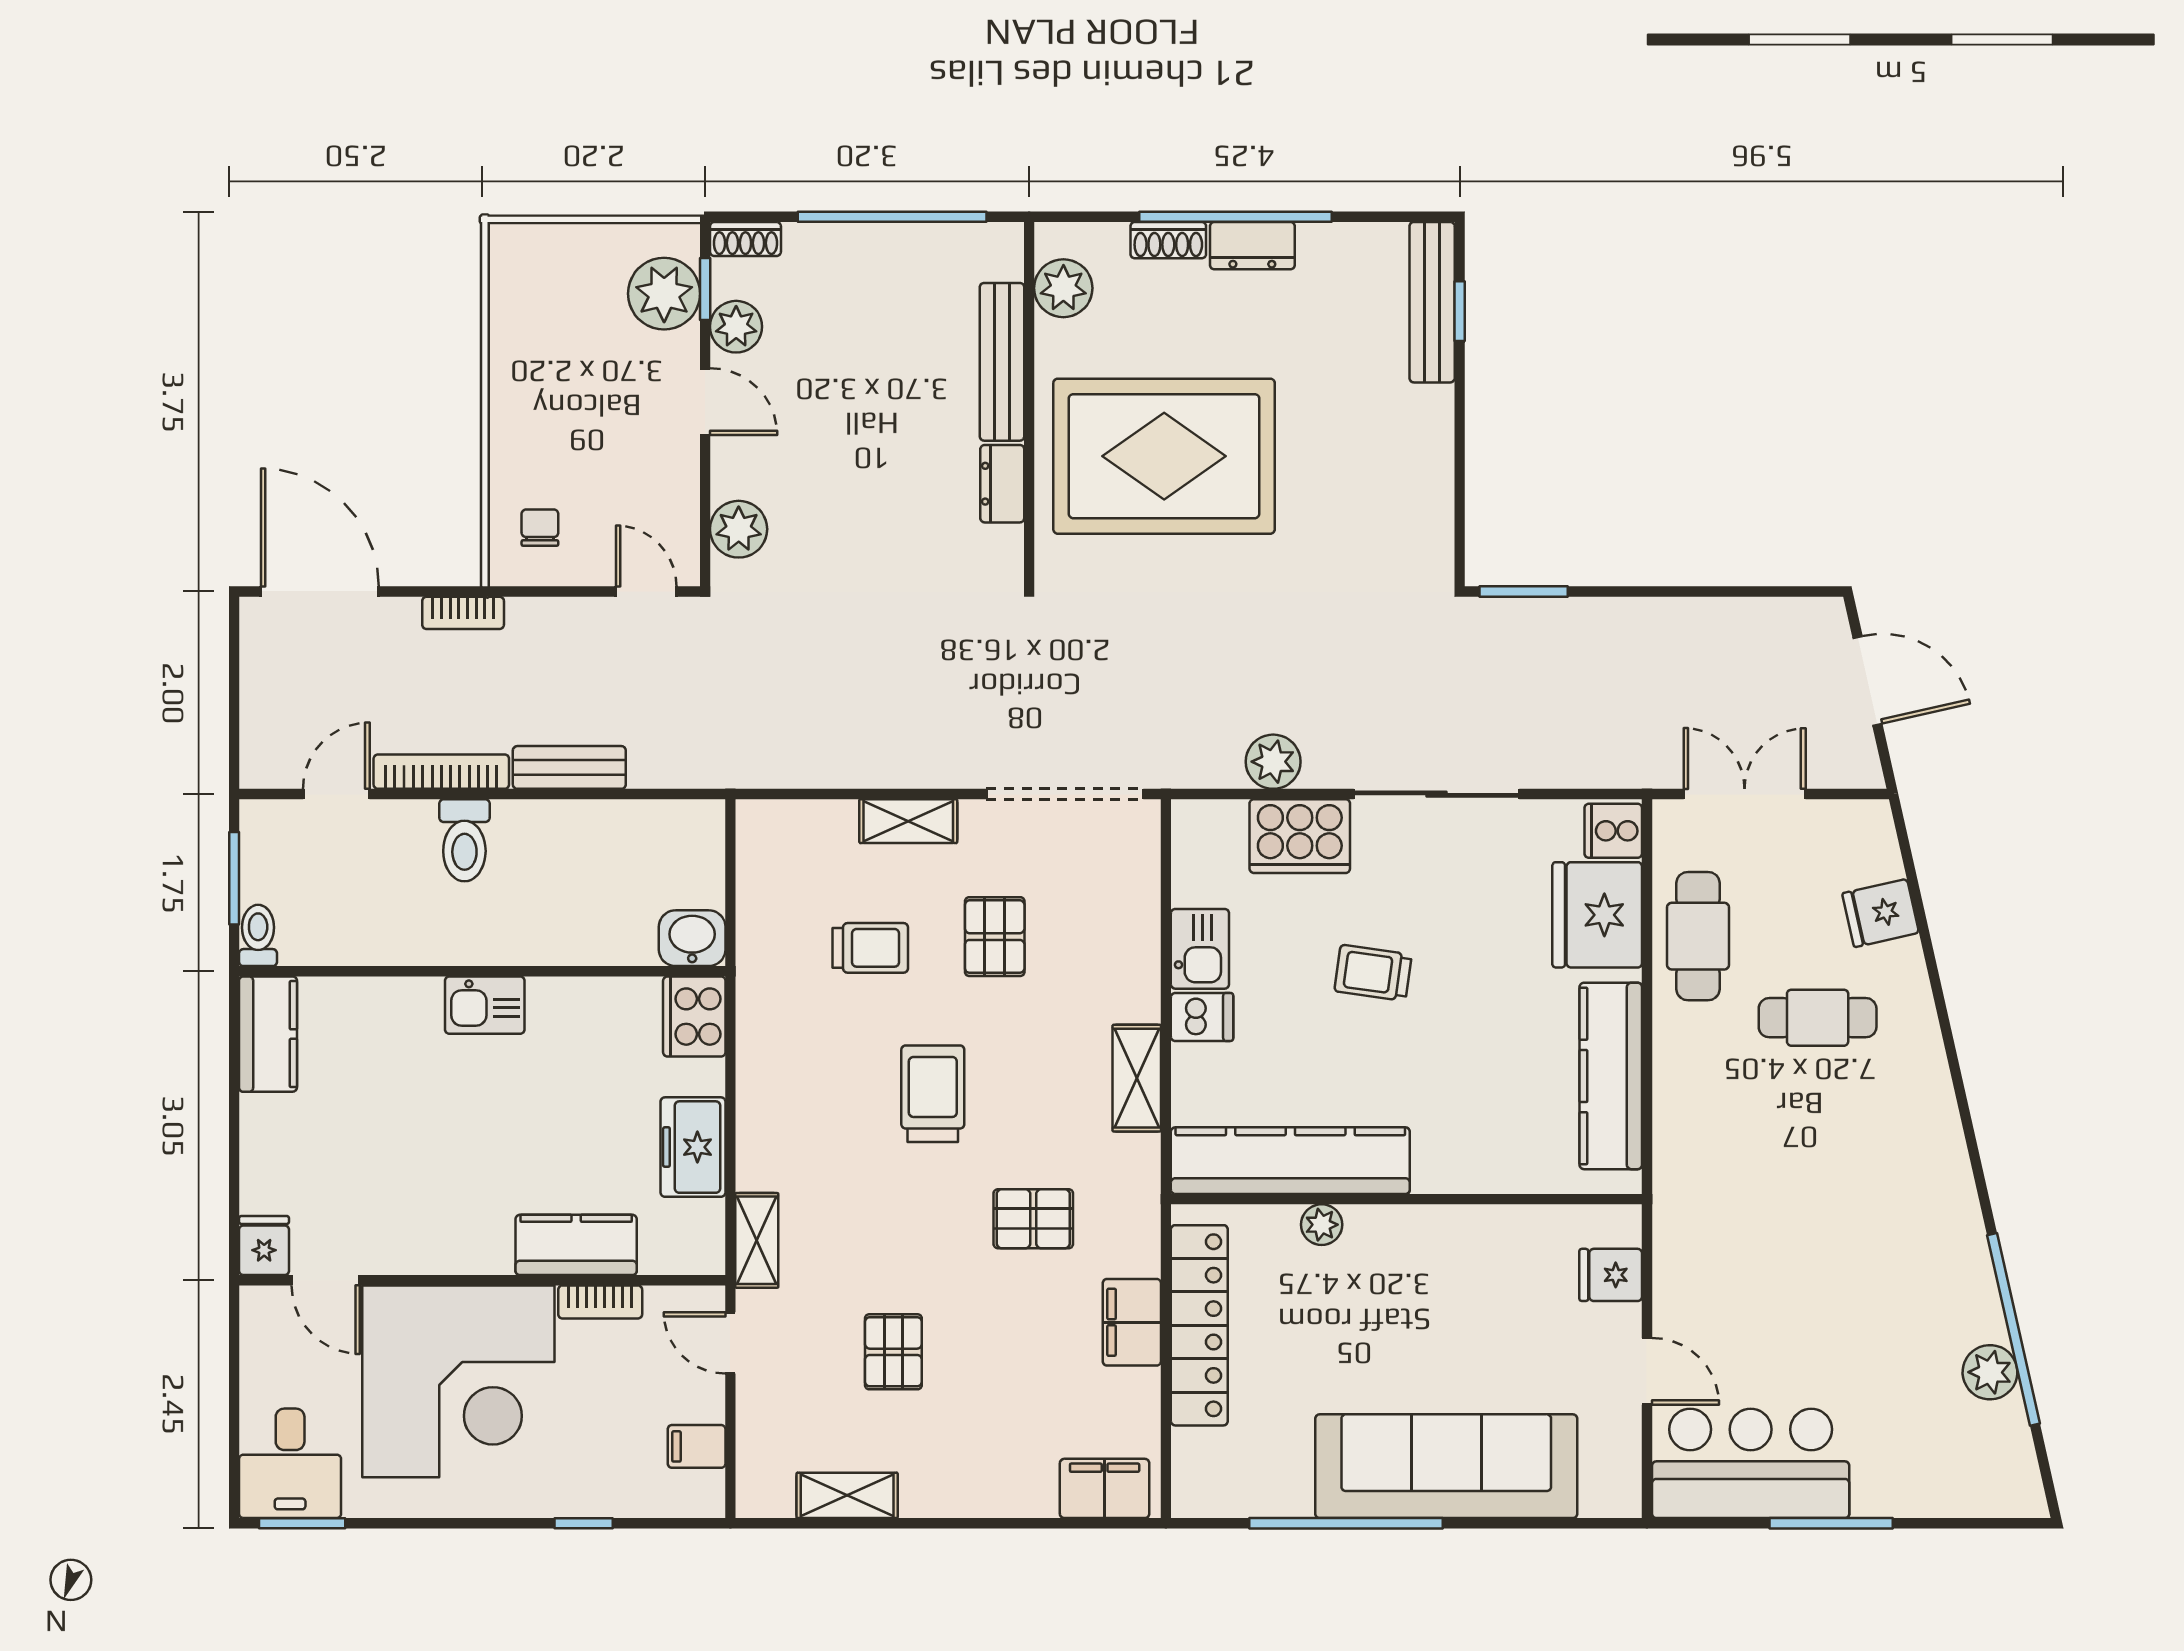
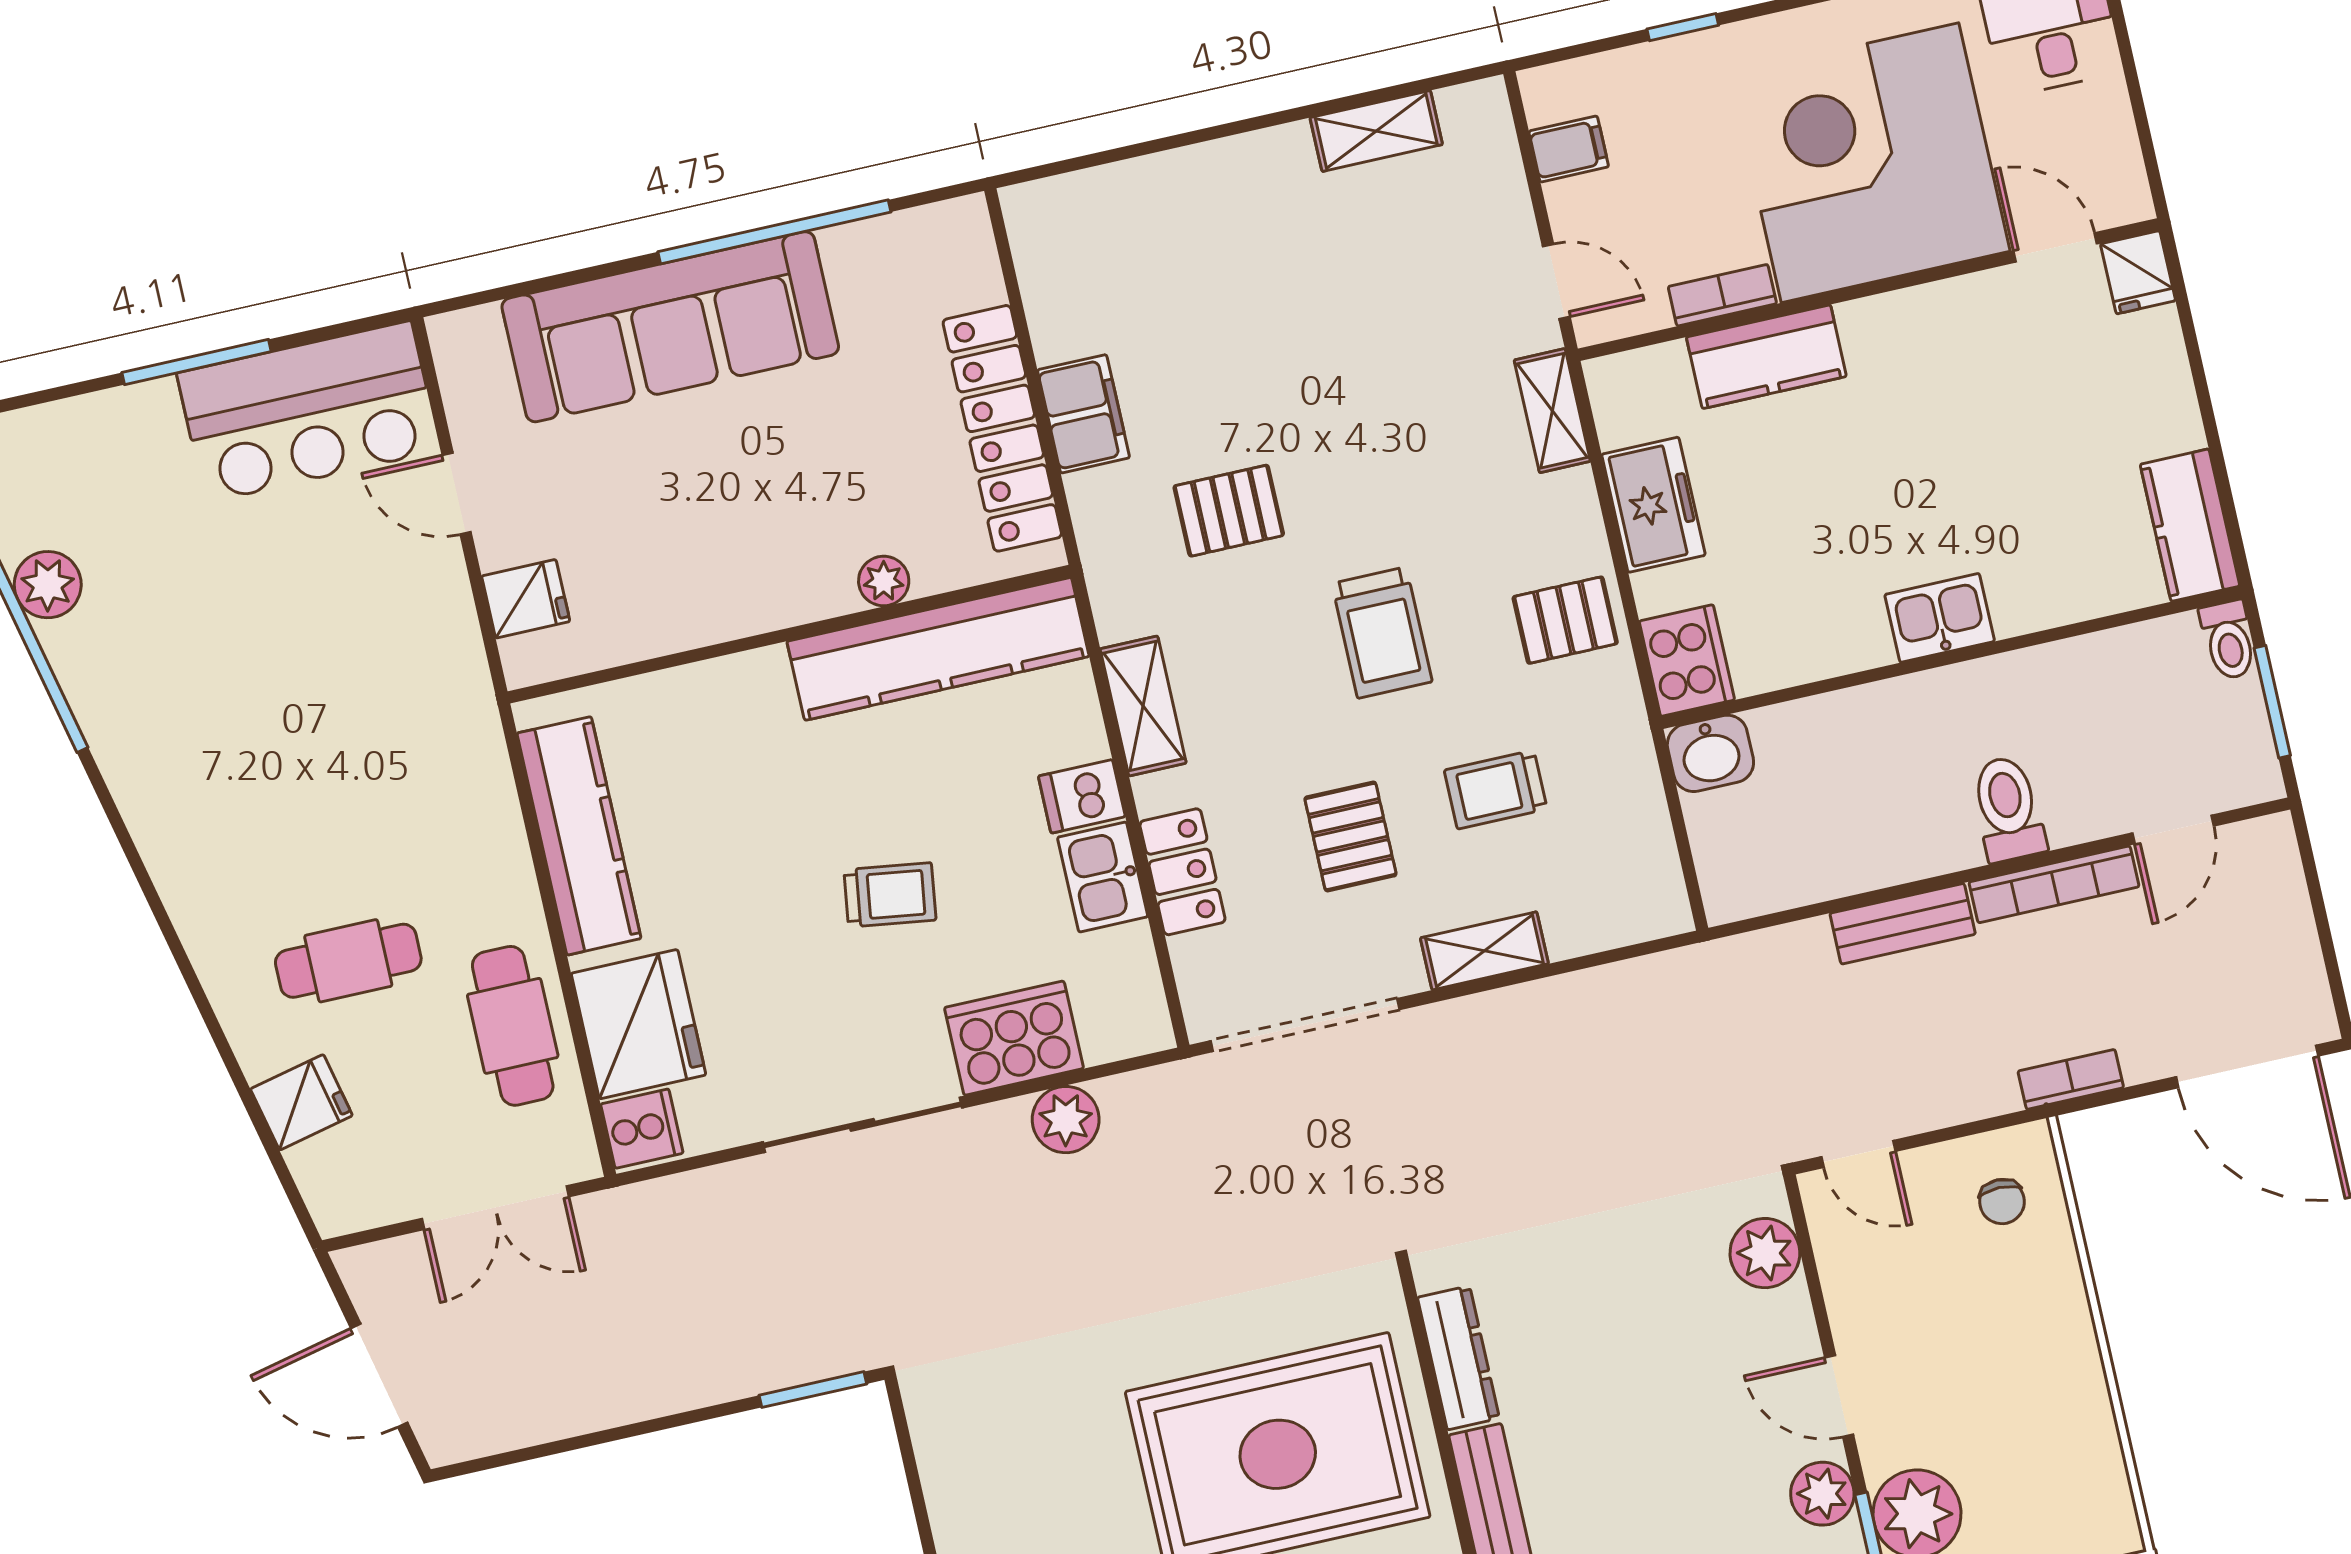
dresser: (1002, 484) -> (1458, 1358), width x1.44
locker: (1135, 939) -> (1182, 872), added
pallet: (893, 1352) -> (1565, 620), moved, turned 90
filing cabinet: (1105, 1488) -> (1071, 208), removed

